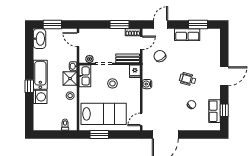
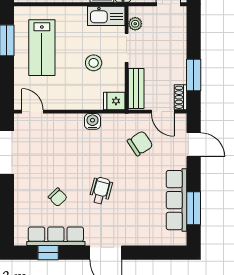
row of seats: (187, 35) -> (176, 200), width x1.48
row of seats: (215, 111) -> (56, 236), width x1.48
lab bench: (104, 114) -> (42, 48), width x0.73, depth x0.72

